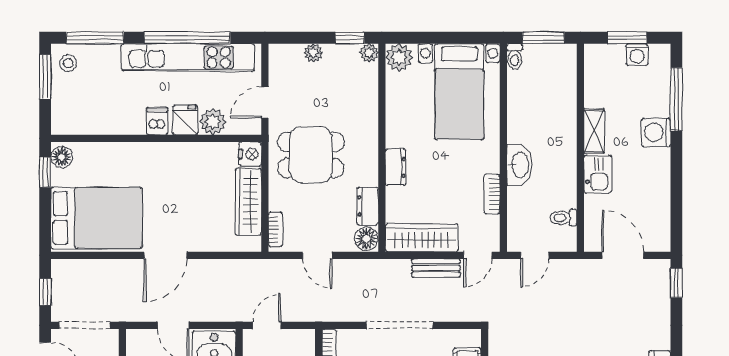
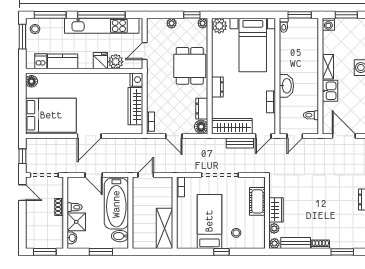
washing machine: (637, 55) -> (328, 24), moved
kitchen counter: (118, 121) -> (63, 61), added
dishwasher: (157, 121) -> (41, 61), moved
dining table: (311, 155) -> (190, 66), moved, turned 90
window: (45, 172) -> (22, 90), removed

